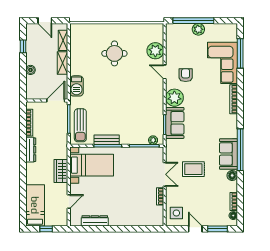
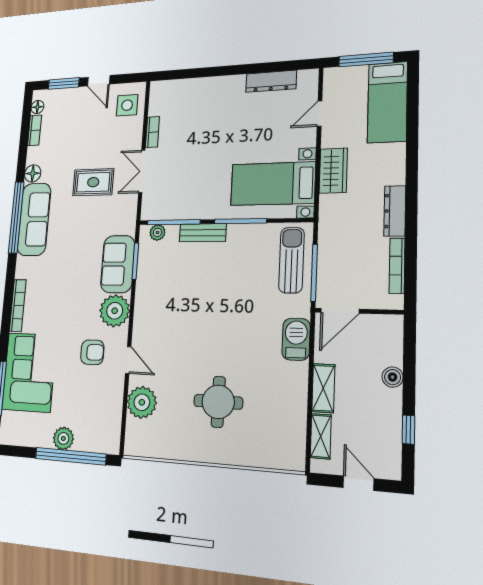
armchair: (186, 75) -> (92, 352), turned -90
bench: (107, 140) -> (203, 233), moved
sofa: (228, 154) -> (34, 219), width x1.36
window: (46, 229) -> (366, 60), width x2.17

